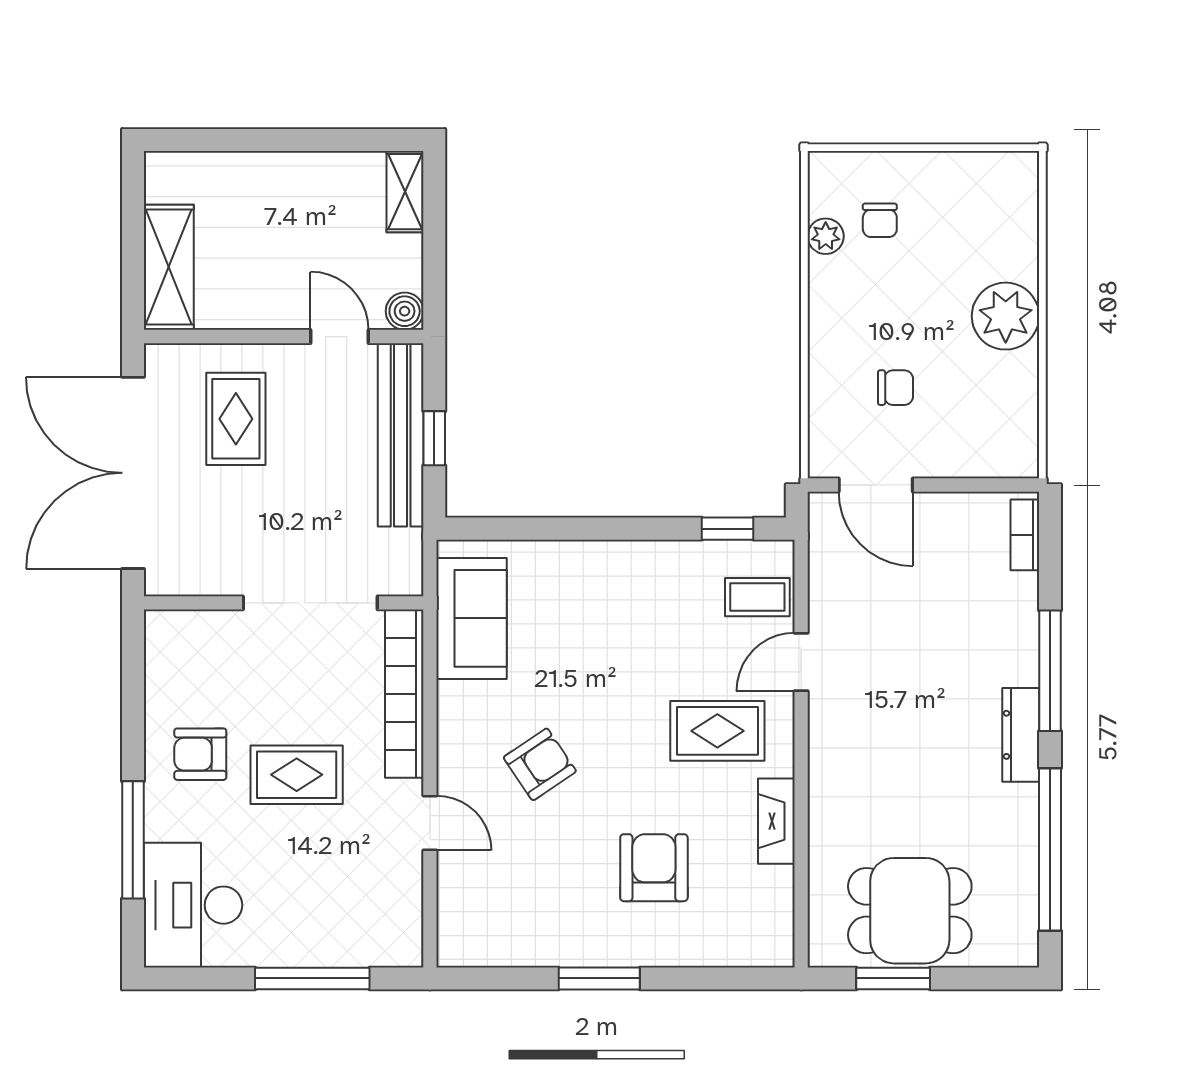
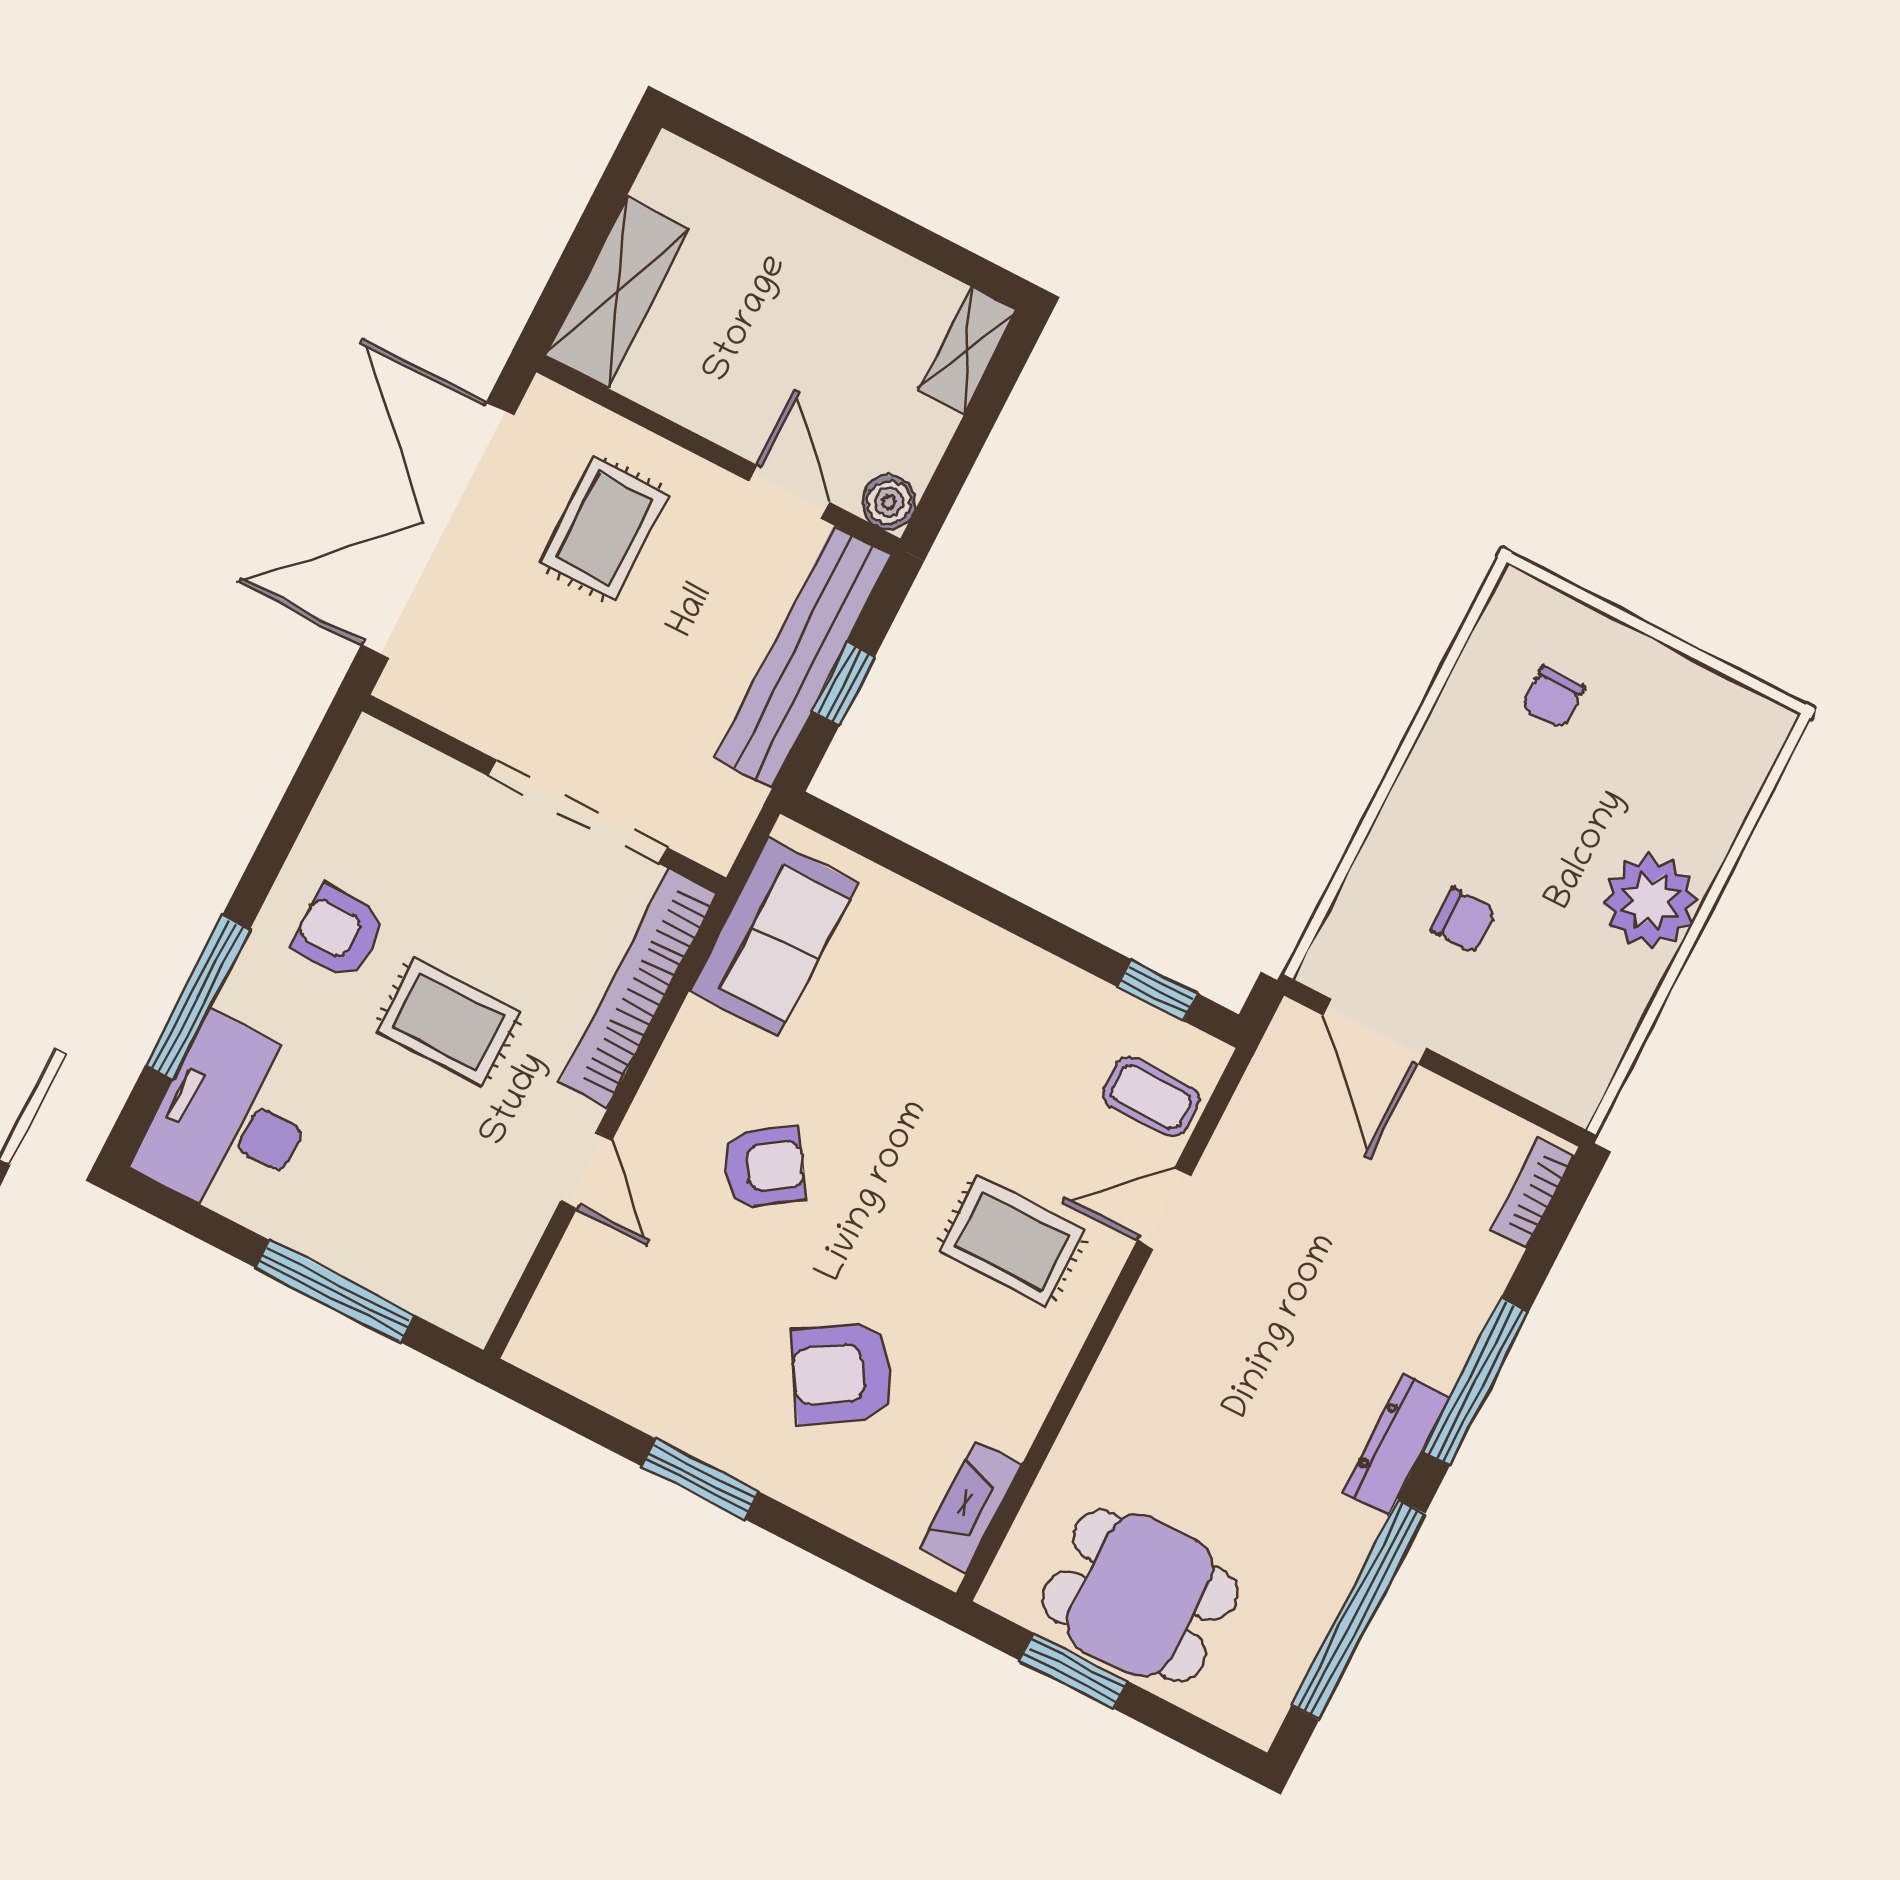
plant: (826, 236) -> (1474, 682), removed
fireplace: (776, 821) -> (971, 1507), moved
armchair: (654, 868) -> (842, 1374), turned -122

